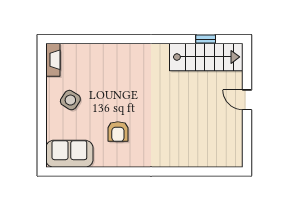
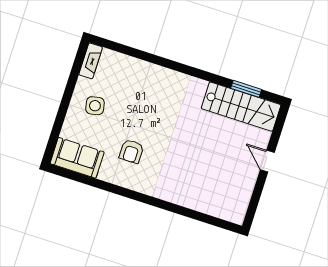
window: (206, 39) -> (246, 89), width x1.50
side table: (70, 100) -> (95, 106), turned 45

